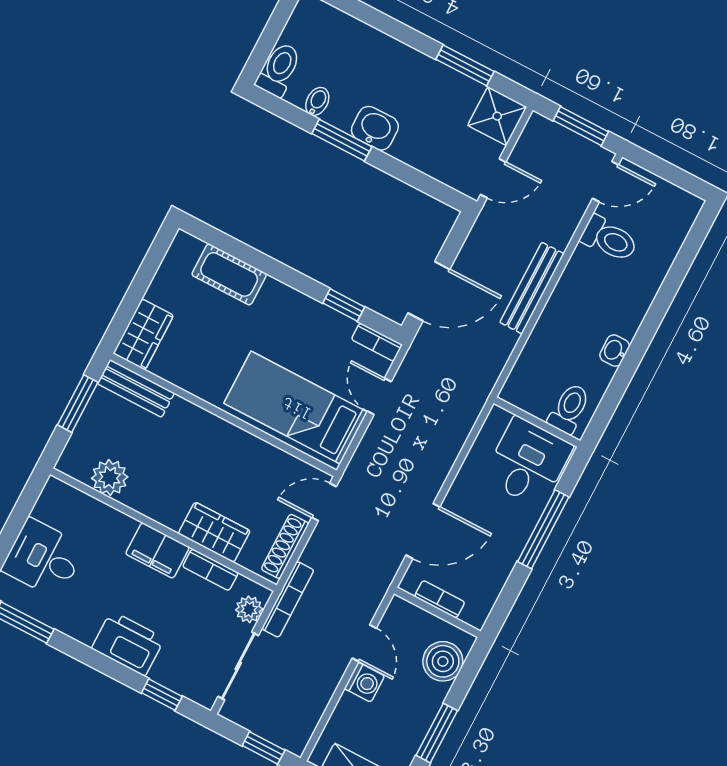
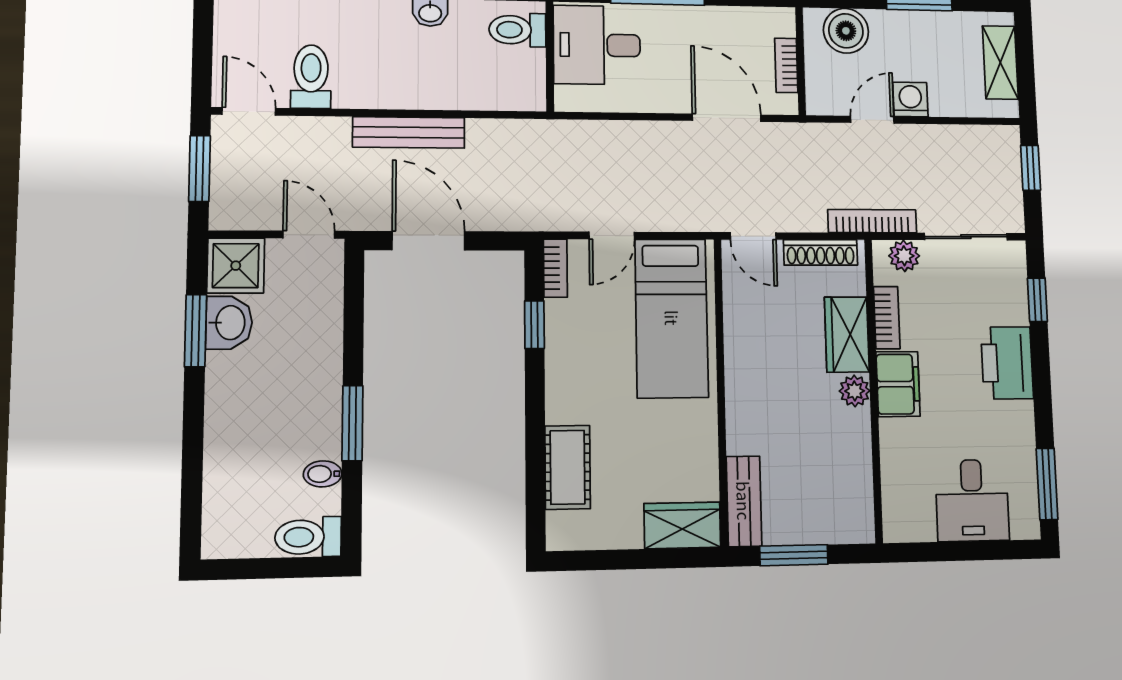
washbasin: (375, 128) -> (229, 323), moved, turned 180
door: (429, 291) -> (428, 241), moved
plant: (110, 478) -> (855, 391), moved, width x0.73, depth x0.73

